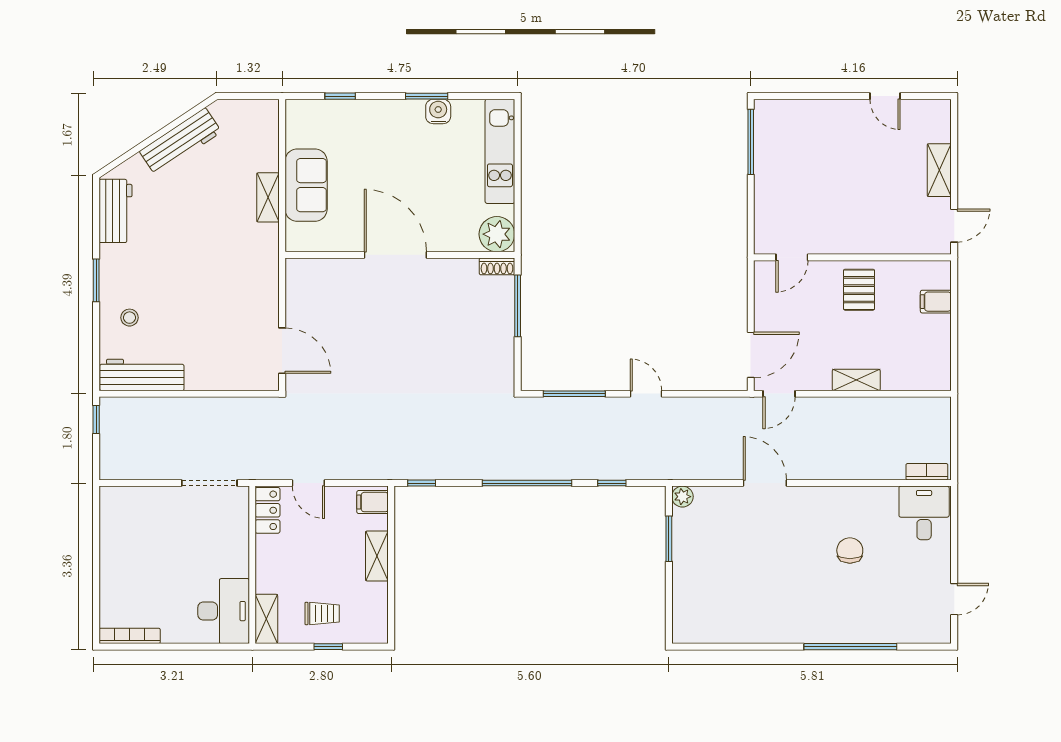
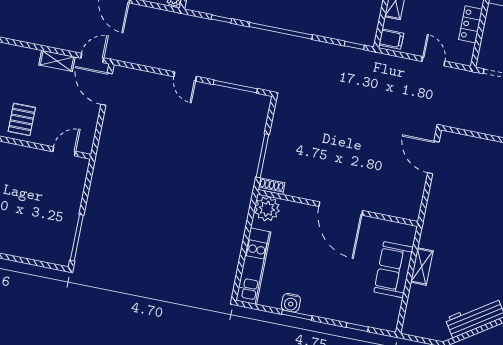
door: (751, 355) -> (107, 89), hinge flipped
shelving: (856, 380) -> (57, 61), moved
locker: (268, 510) -> (470, 24), moved

